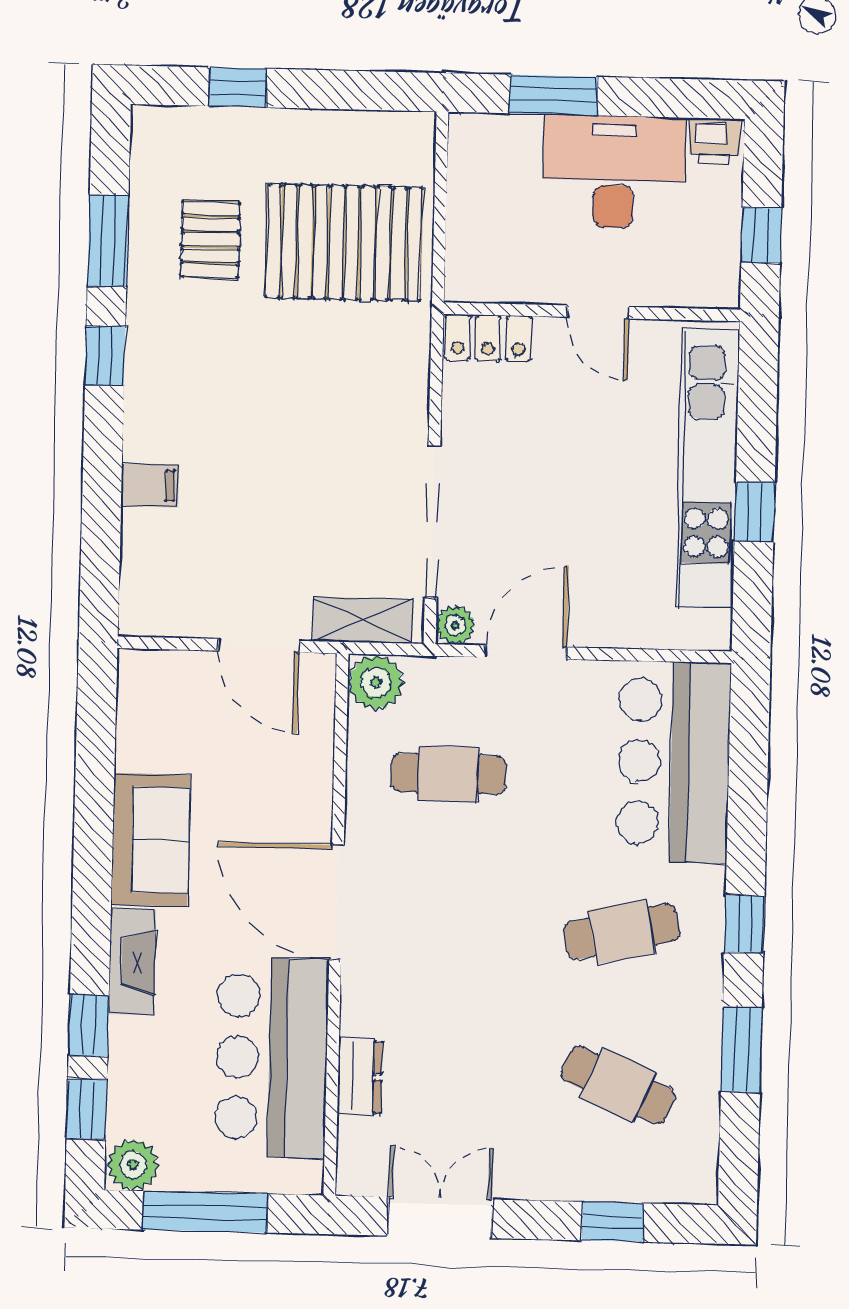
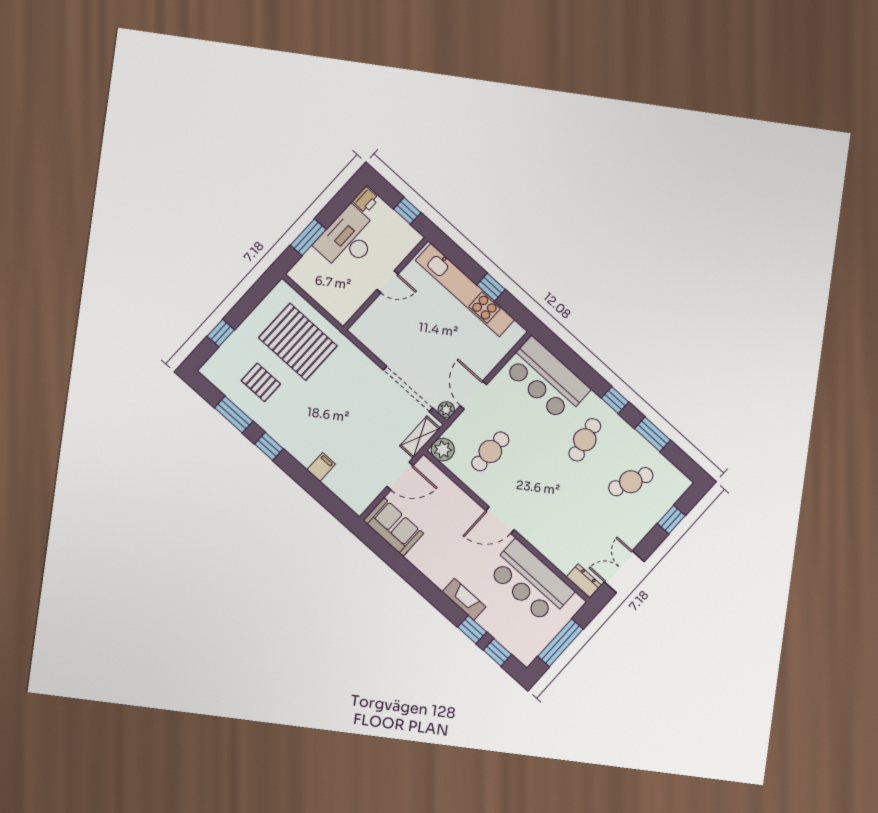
pallet: (344, 243) -> (298, 342), turned 90
locker: (488, 338) -> (366, 323), removed
sofa: (151, 840) -> (393, 527), moved
door: (336, 902) -> (500, 520), width x0.73
dresser: (360, 1077) -> (584, 581), moved
plant: (133, 1165) -> (527, 653), removed

